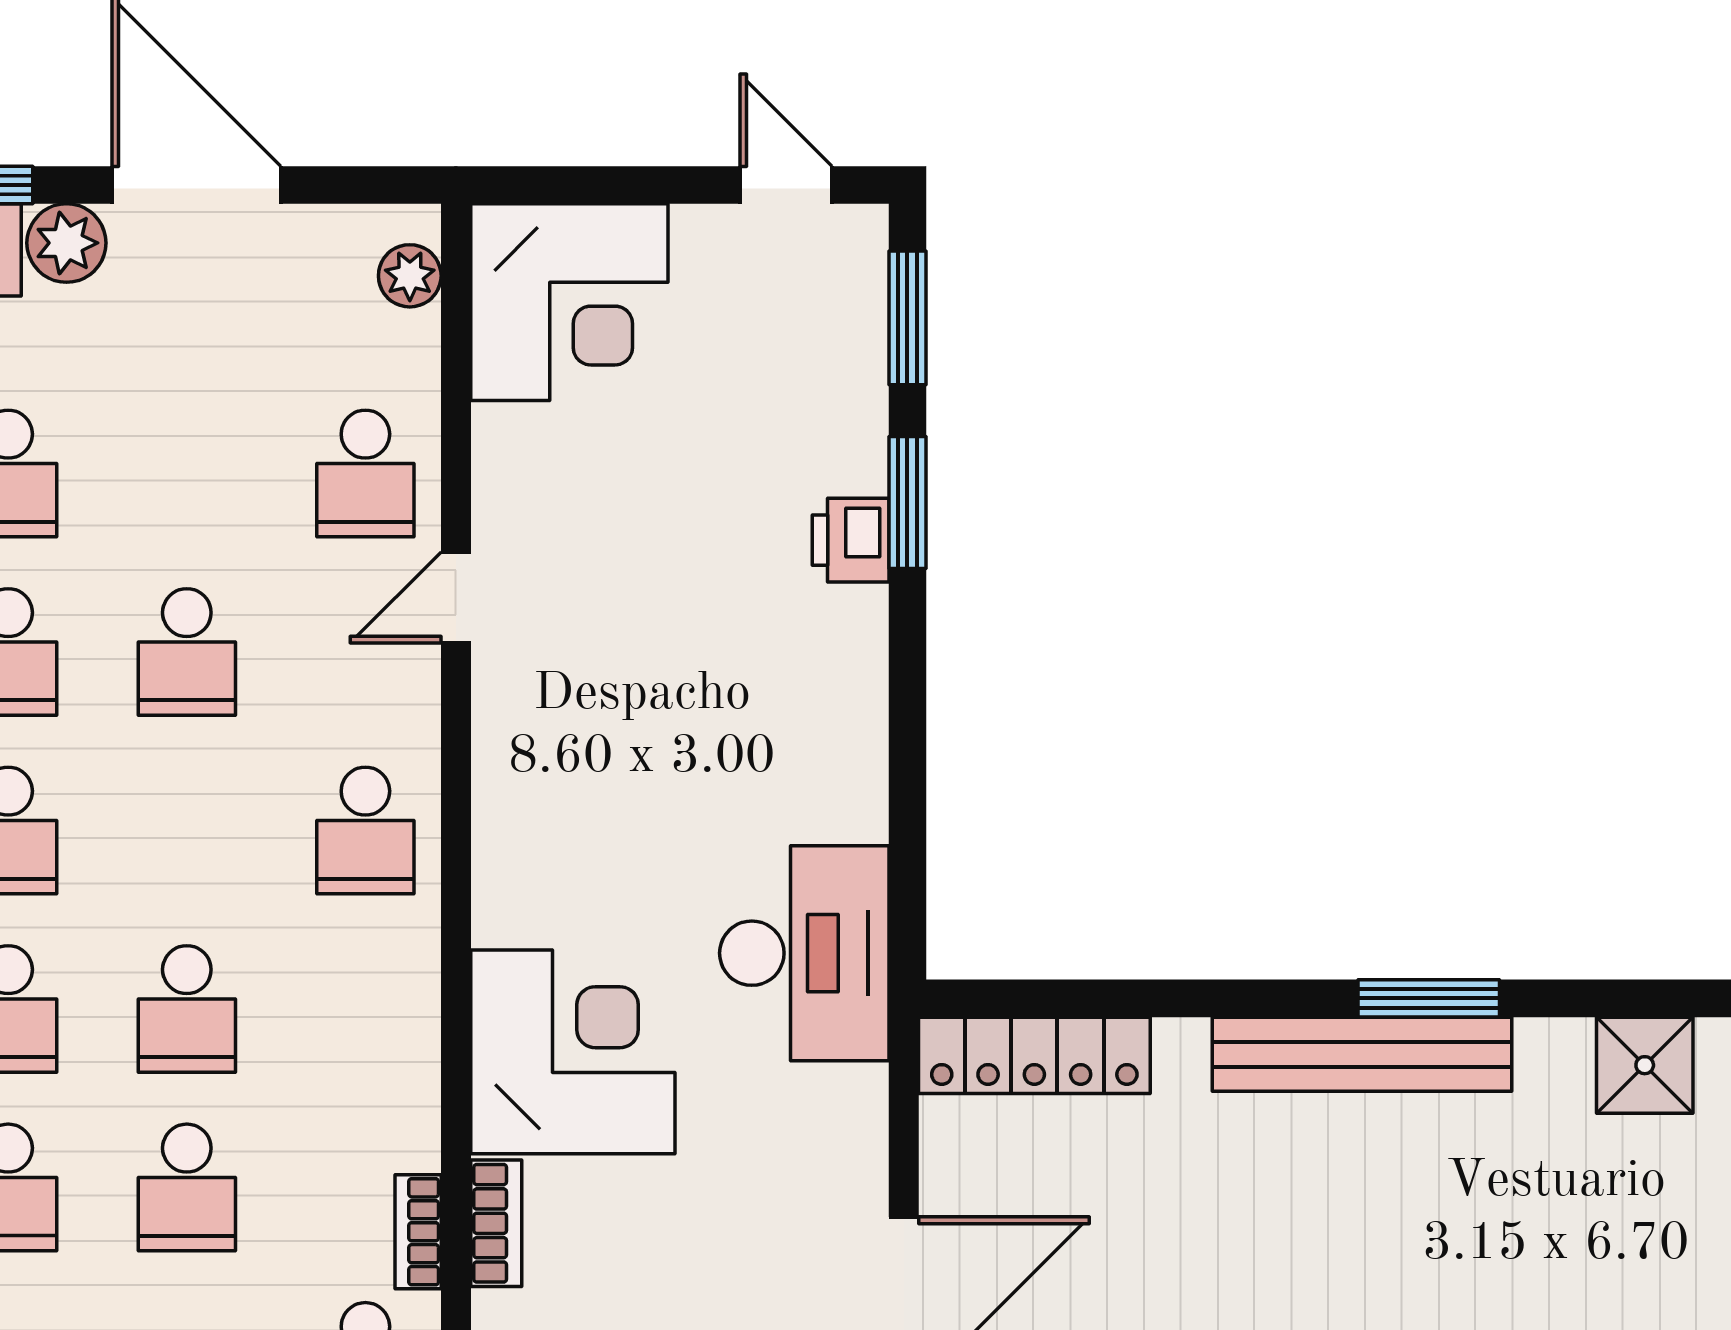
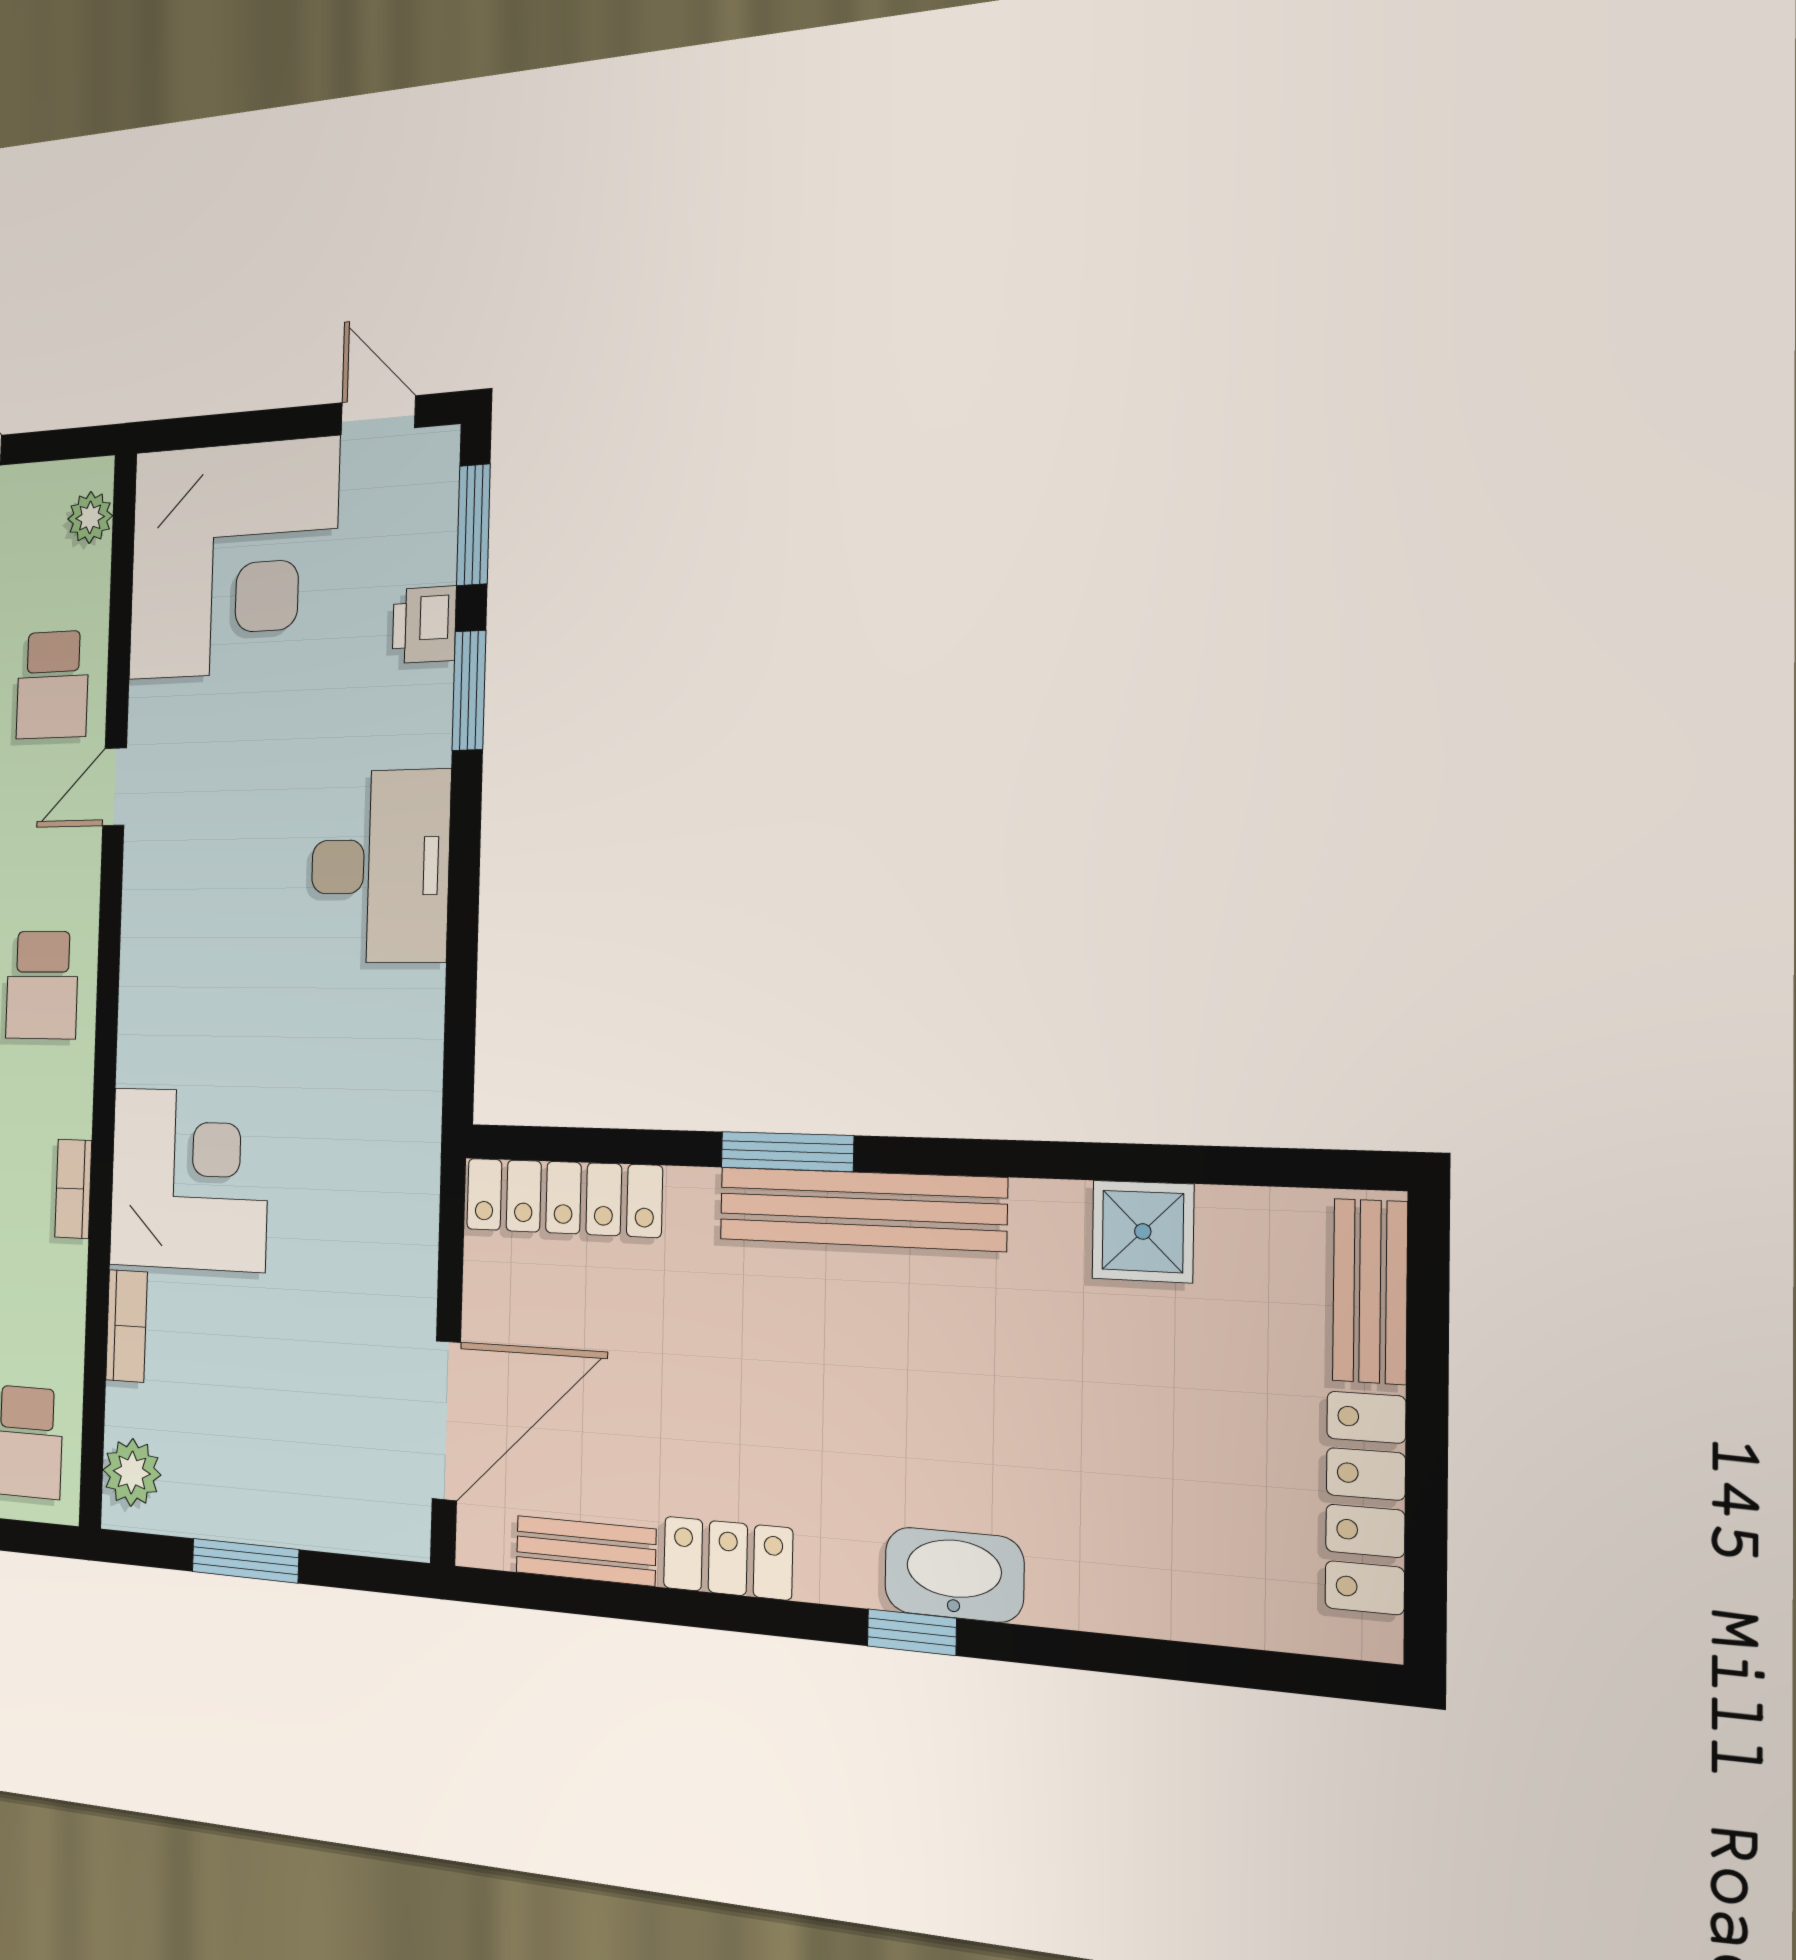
corner desk: (569, 302) -> (233, 559), width x1.36, depth x1.36
printer: (851, 540) -> (424, 625), moved
desk: (804, 953) -> (380, 866), moved
window: (1429, 998) -> (787, 1152), moved
bookcase: (418, 1232) -> (73, 1189), moved

